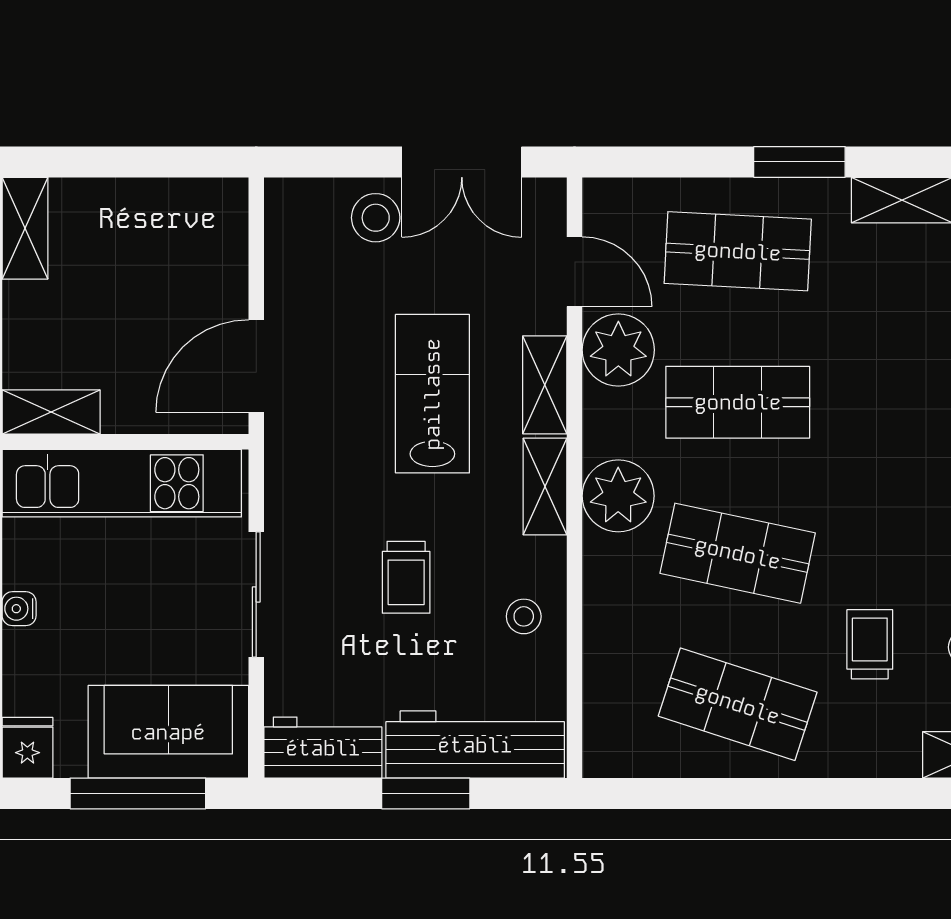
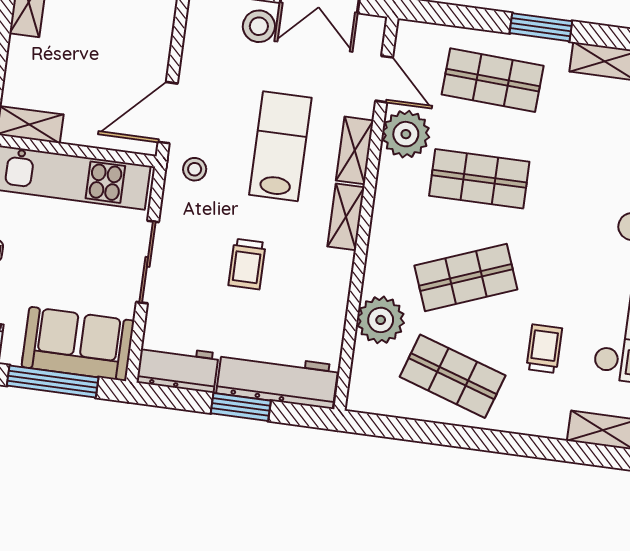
plant: (618, 496) -> (381, 320), moved
shop shelf: (738, 553) -> (466, 278), turned -33
stool: (524, 616) -> (195, 169), moved

